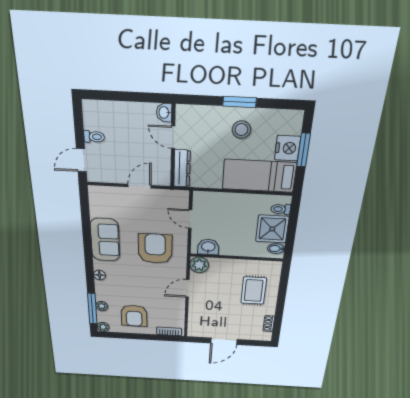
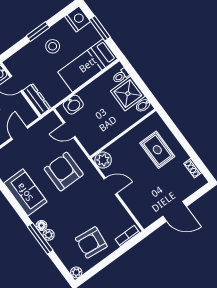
nightstand: (287, 148) -> (78, 19), moved
washbasin: (208, 247) -> (73, 105), moved, turned 180
door: (187, 288) -> (110, 186), swing flipped
plant: (102, 306) -> (49, 235), moved
window: (92, 309) -> (40, 238), moved
armchair: (134, 316) -> (91, 242), turned 96
door: (224, 341) -> (175, 211), hinge flipped

